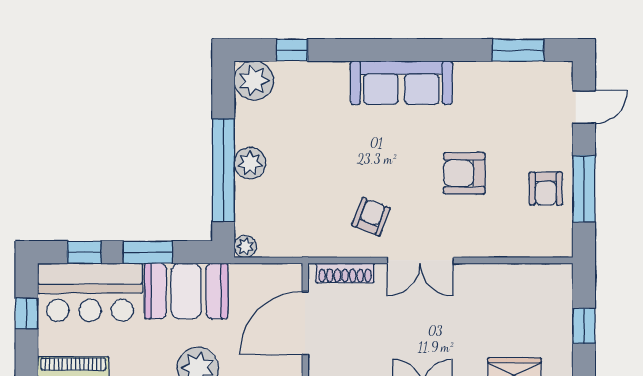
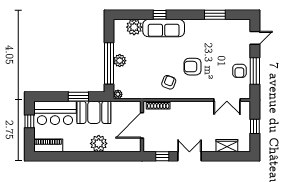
window: (292, 50) -> (160, 15), moved
window: (518, 50) -> (215, 15), moved
plant: (254, 81) -> (134, 27), moved
sofa: (401, 83) -> (164, 28), moved
armchair: (464, 173) -> (193, 67), moved
window: (84, 252) -> (53, 97), removed
double door: (420, 260) -> (227, 100), moved

